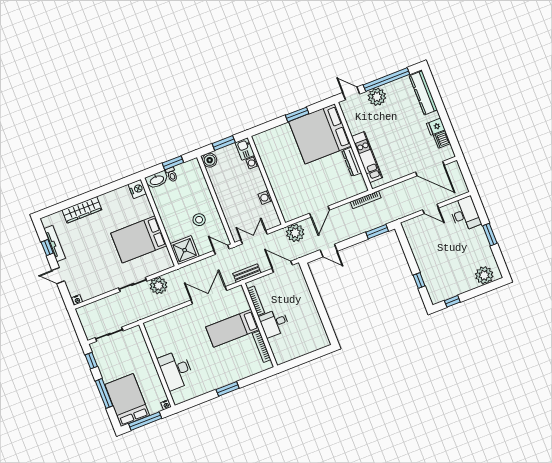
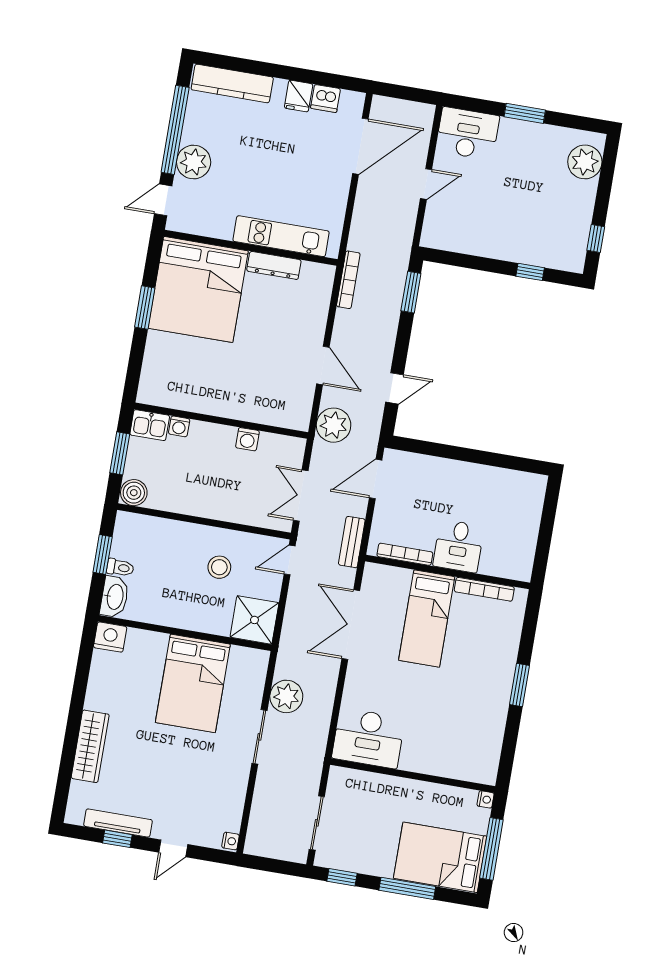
desk: (176, 370) -> (368, 738), moved

